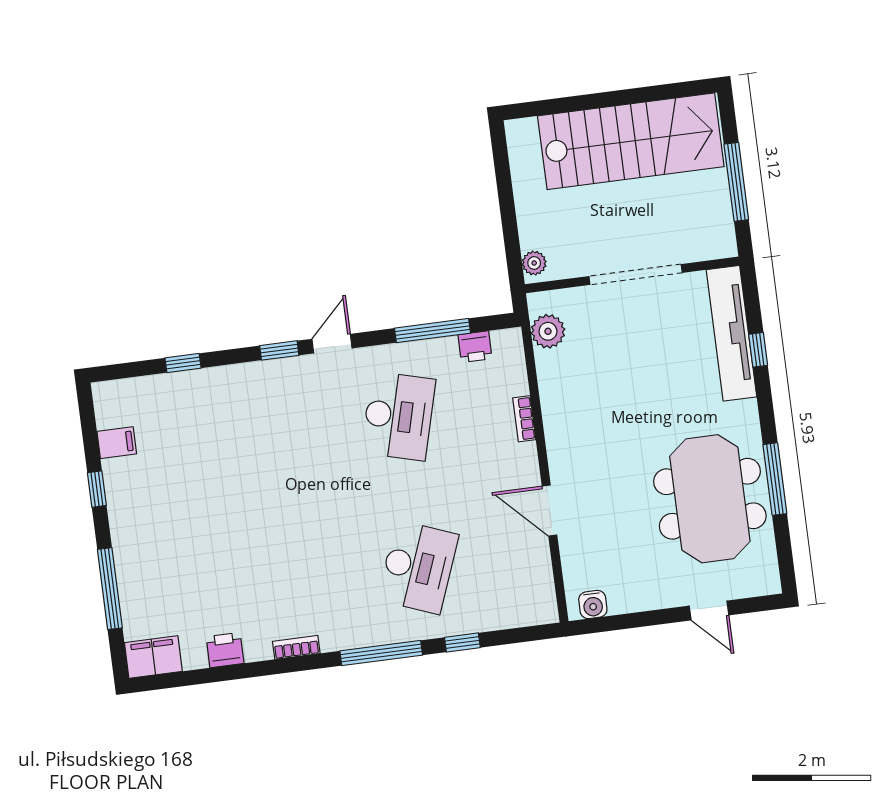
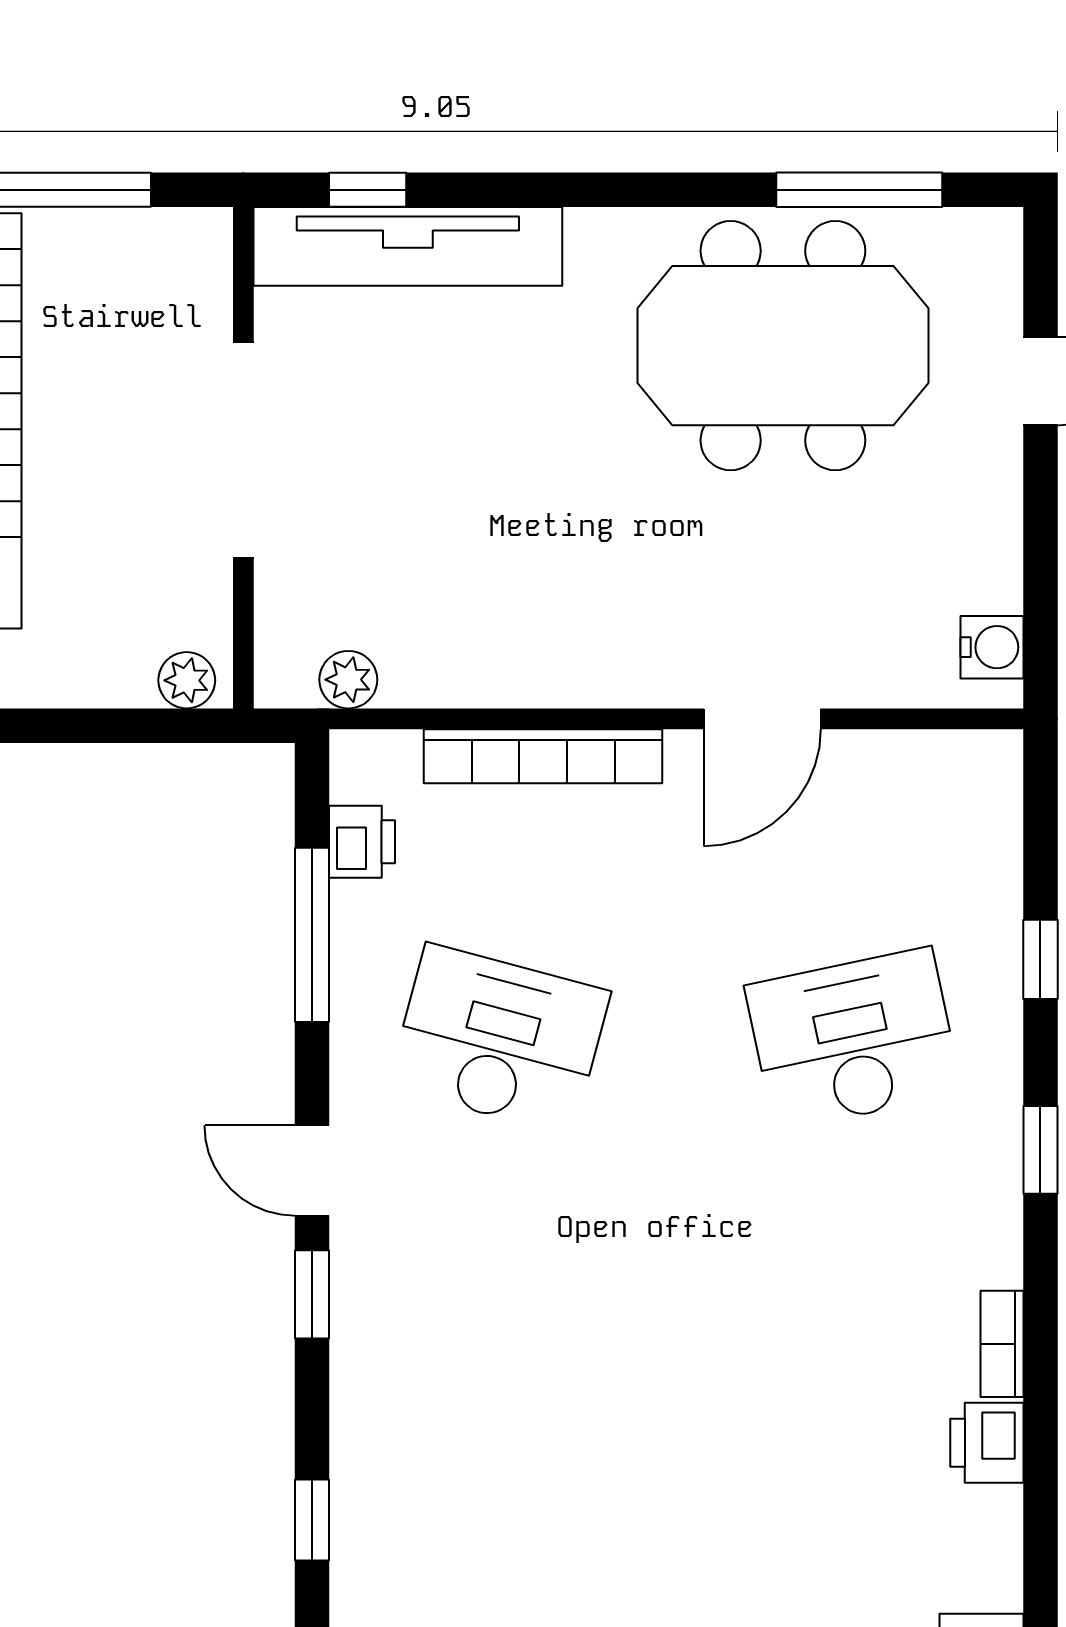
plant: (548, 331) -> (348, 680), width x0.73, depth x0.73
window: (758, 350) -> (368, 190), moved
bookcase: (524, 419) -> (543, 756), width x2.31, depth x1.31
window: (775, 479) -> (859, 190), moved
desk: (418, 567) -> (853, 1039), turned -33
printer: (225, 650) -> (987, 1443), moved
window: (381, 653) -> (1040, 1150), width x0.46

